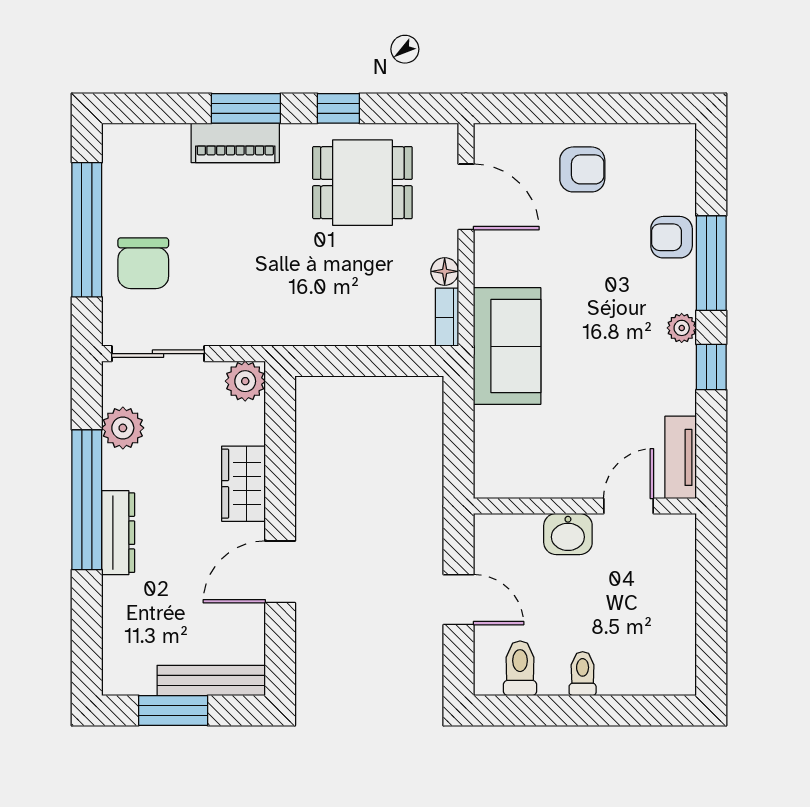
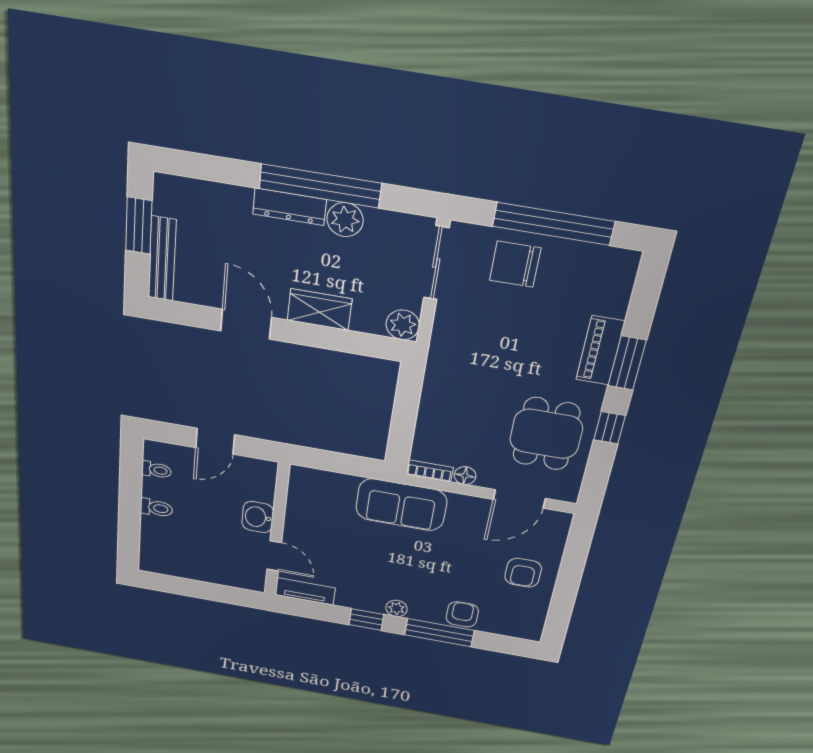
plant: (123, 428) -> (345, 220), moved
toilet: (520, 668) -> (156, 470), width x0.73, depth x0.72

